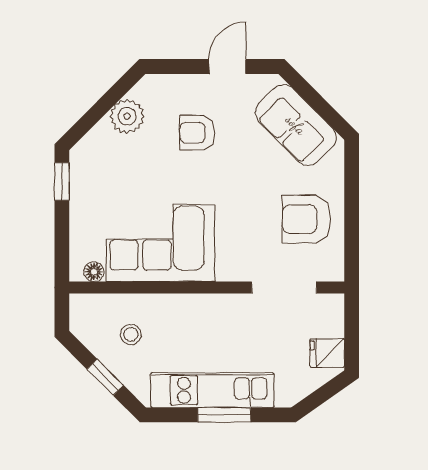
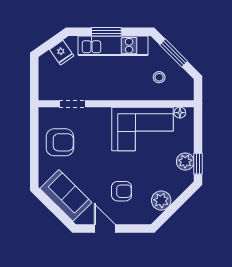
door: (227, 66) -> (105, 229), swing flipped
plant: (85, 185) -> (185, 162), added
doorway: (284, 288) -> (72, 104), width x0.73
fridge: (327, 353) -> (62, 53), moved, turned 55
window: (105, 377) -> (174, 53), width x1.50

